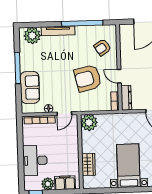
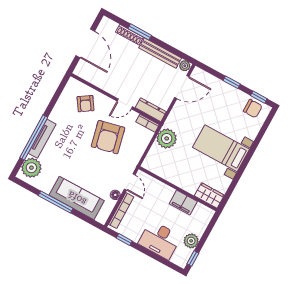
window: (82, 23) -> (34, 137), moved
sofa: (30, 87) -> (77, 198), width x1.36
plant: (89, 123) -> (167, 138), moved
window: (20, 134) -> (124, 239), added
wardrobe: (88, 164) -> (209, 195), moved
filing cabinet: (65, 183) -> (183, 203), moved, turned -90

